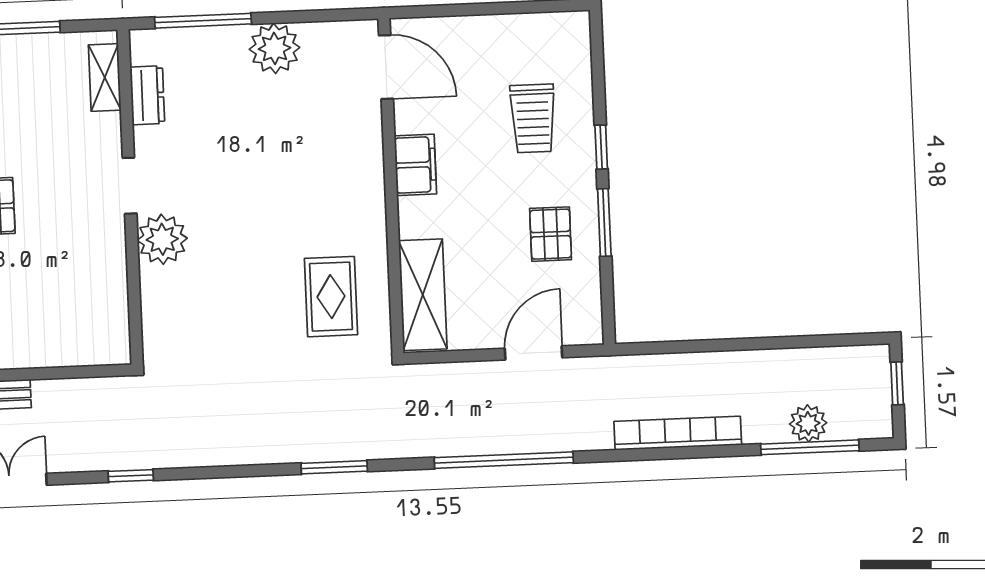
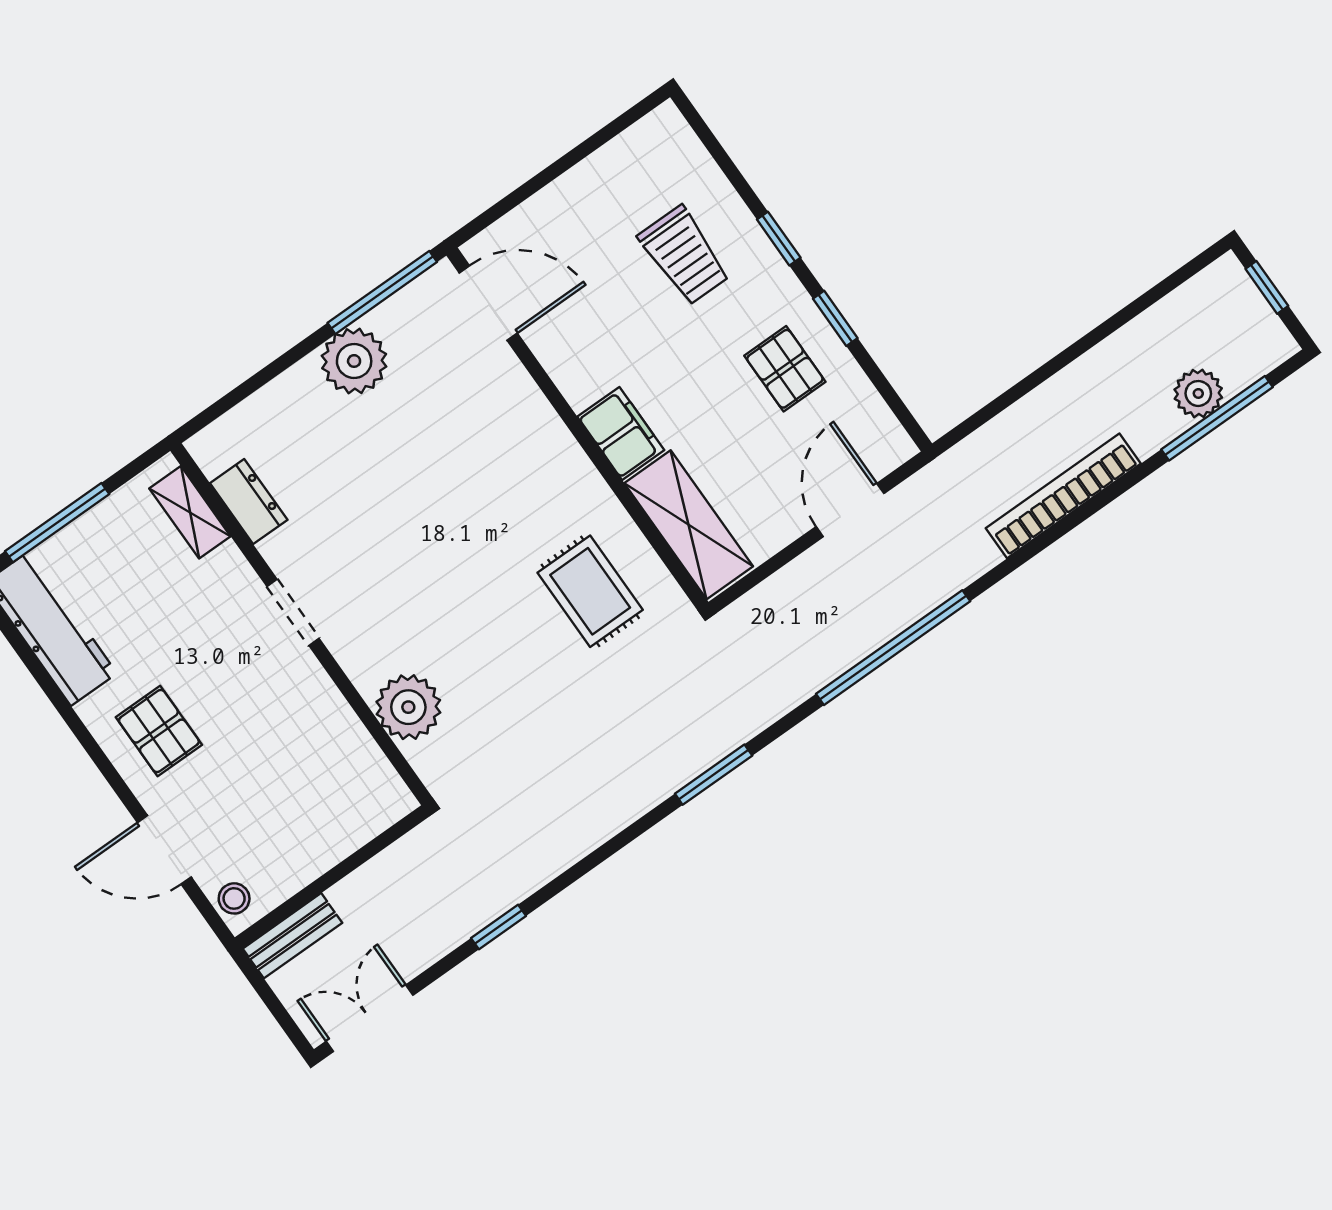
window: (203, 21) -> (382, 292), moved
filing cabinet: (415, 165) -> (621, 433), moved
window: (604, 222) -> (835, 318), width x0.67
plant: (162, 239) -> (408, 707), moved

